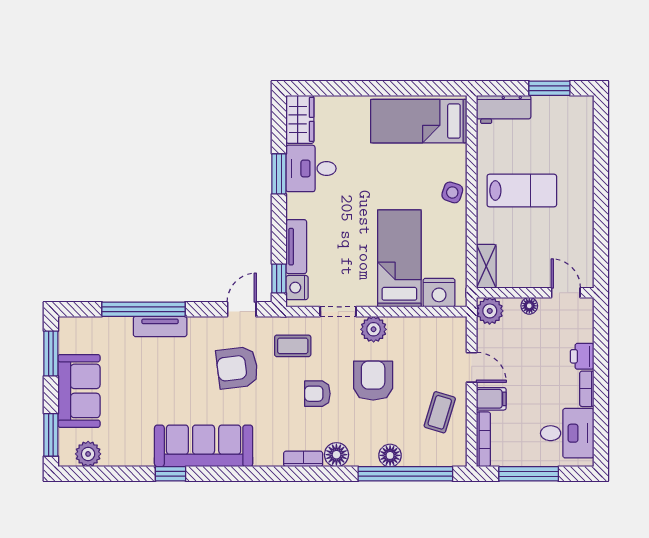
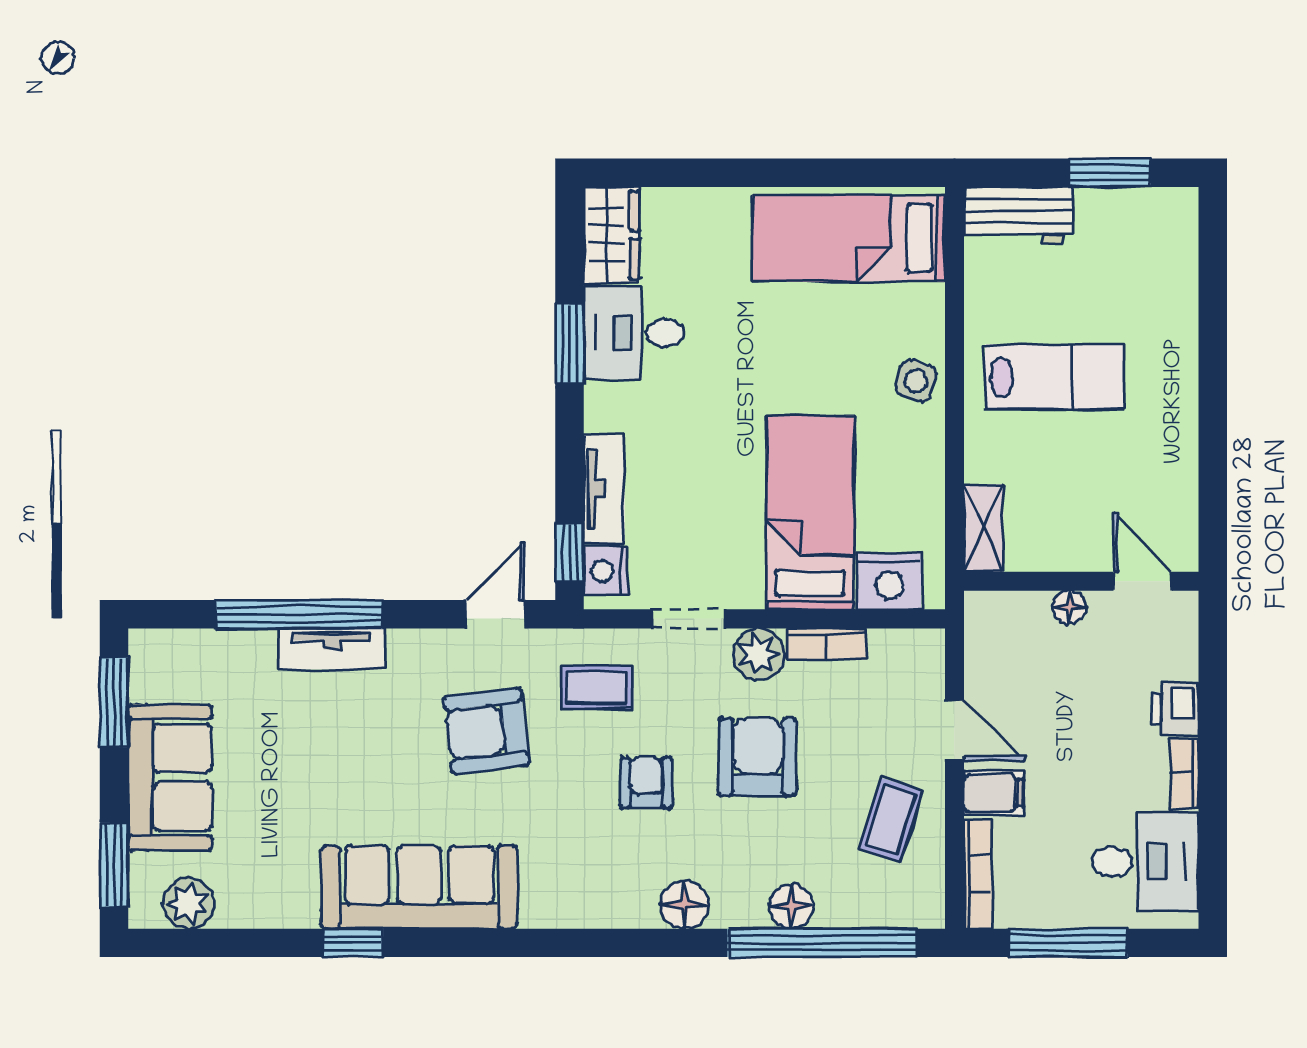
plant: (490, 311) -> (991, 617), removed
armchair: (317, 394) -> (646, 783), turned 90
bookcase: (303, 459) -> (827, 644), moved, turned 180

